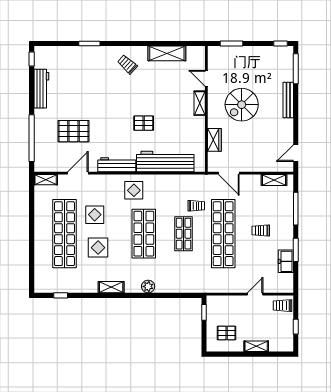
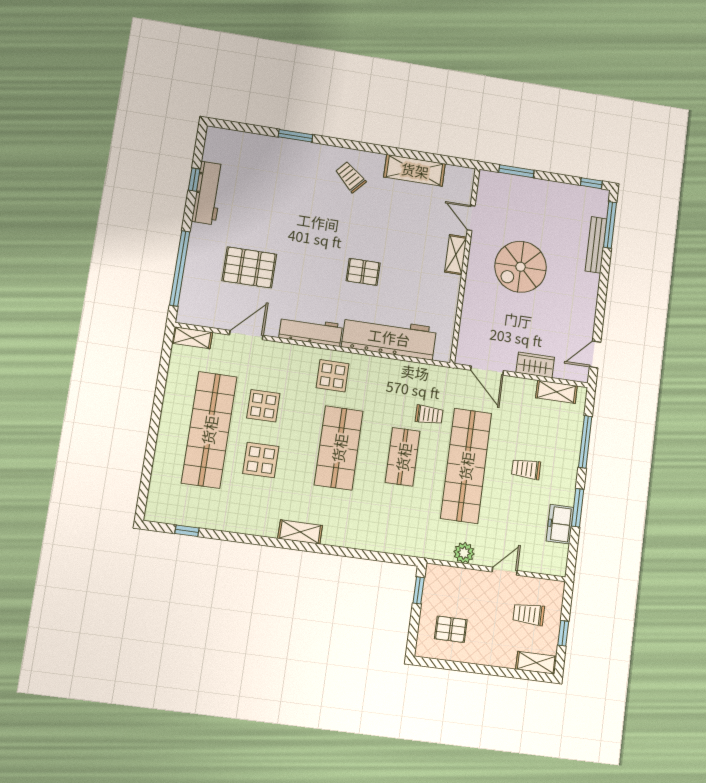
window: (32, 59) -> (194, 180), moved
bench: (288, 100) -> (596, 245), moved
wardrobe: (214, 140) -> (535, 365), moved, turned -90
plant: (148, 286) -> (464, 553), moved
shelving: (111, 287) -> (300, 532), moved
trolley: (283, 306) -> (529, 614), moved
shelving: (256, 346) -> (536, 663), moved

